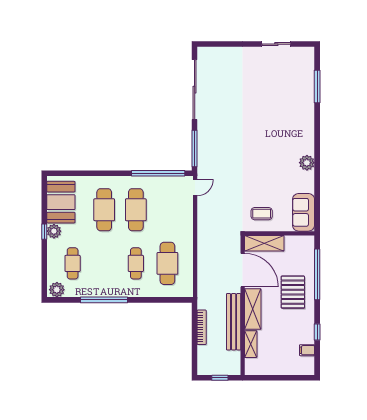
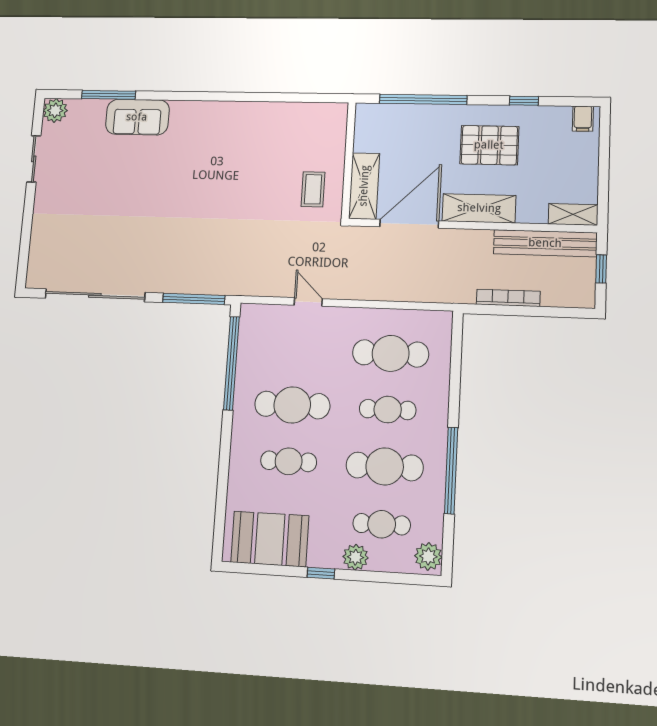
plant: (307, 163) -> (55, 110), moved
door: (195, 187) -> (308, 302), moved
cafe table: (104, 210) -> (289, 461), width x0.73, depth x0.74
sofa: (303, 212) -> (137, 117), moved
plant: (54, 231) -> (356, 557), moved
cafe table: (104, 263) -> (385, 466), added
pallet: (293, 292) -> (489, 145), moved
bench: (234, 322) -> (545, 243), moved
shelving: (251, 344) -> (573, 214), moved
filing cabinet: (307, 350) -> (583, 119), moved

